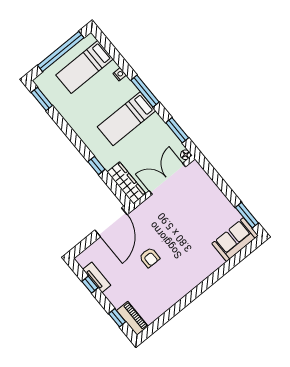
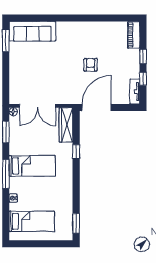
window: (61, 51) -> (39, 244), removed
sofa: (235, 240) -> (32, 31), width x1.36
tv unit: (97, 277) -> (135, 92), moved
window: (117, 318) -> (143, 56), moved

